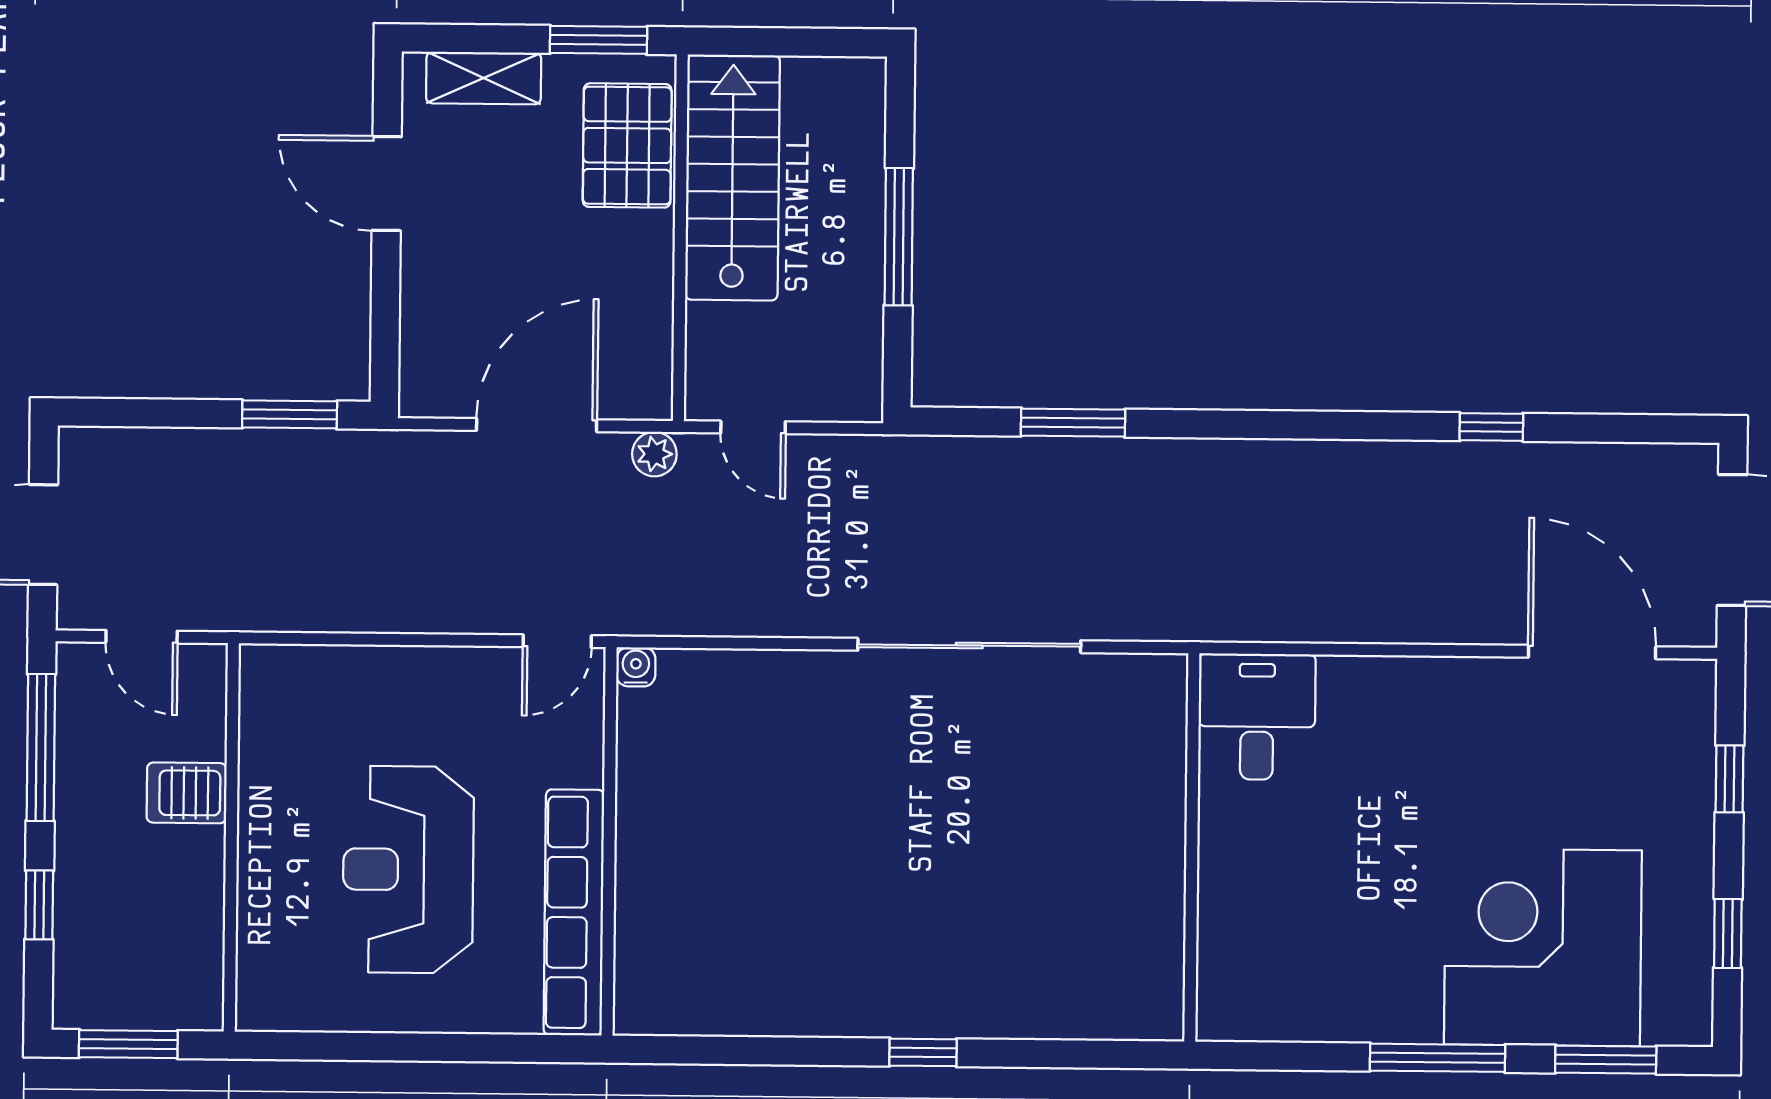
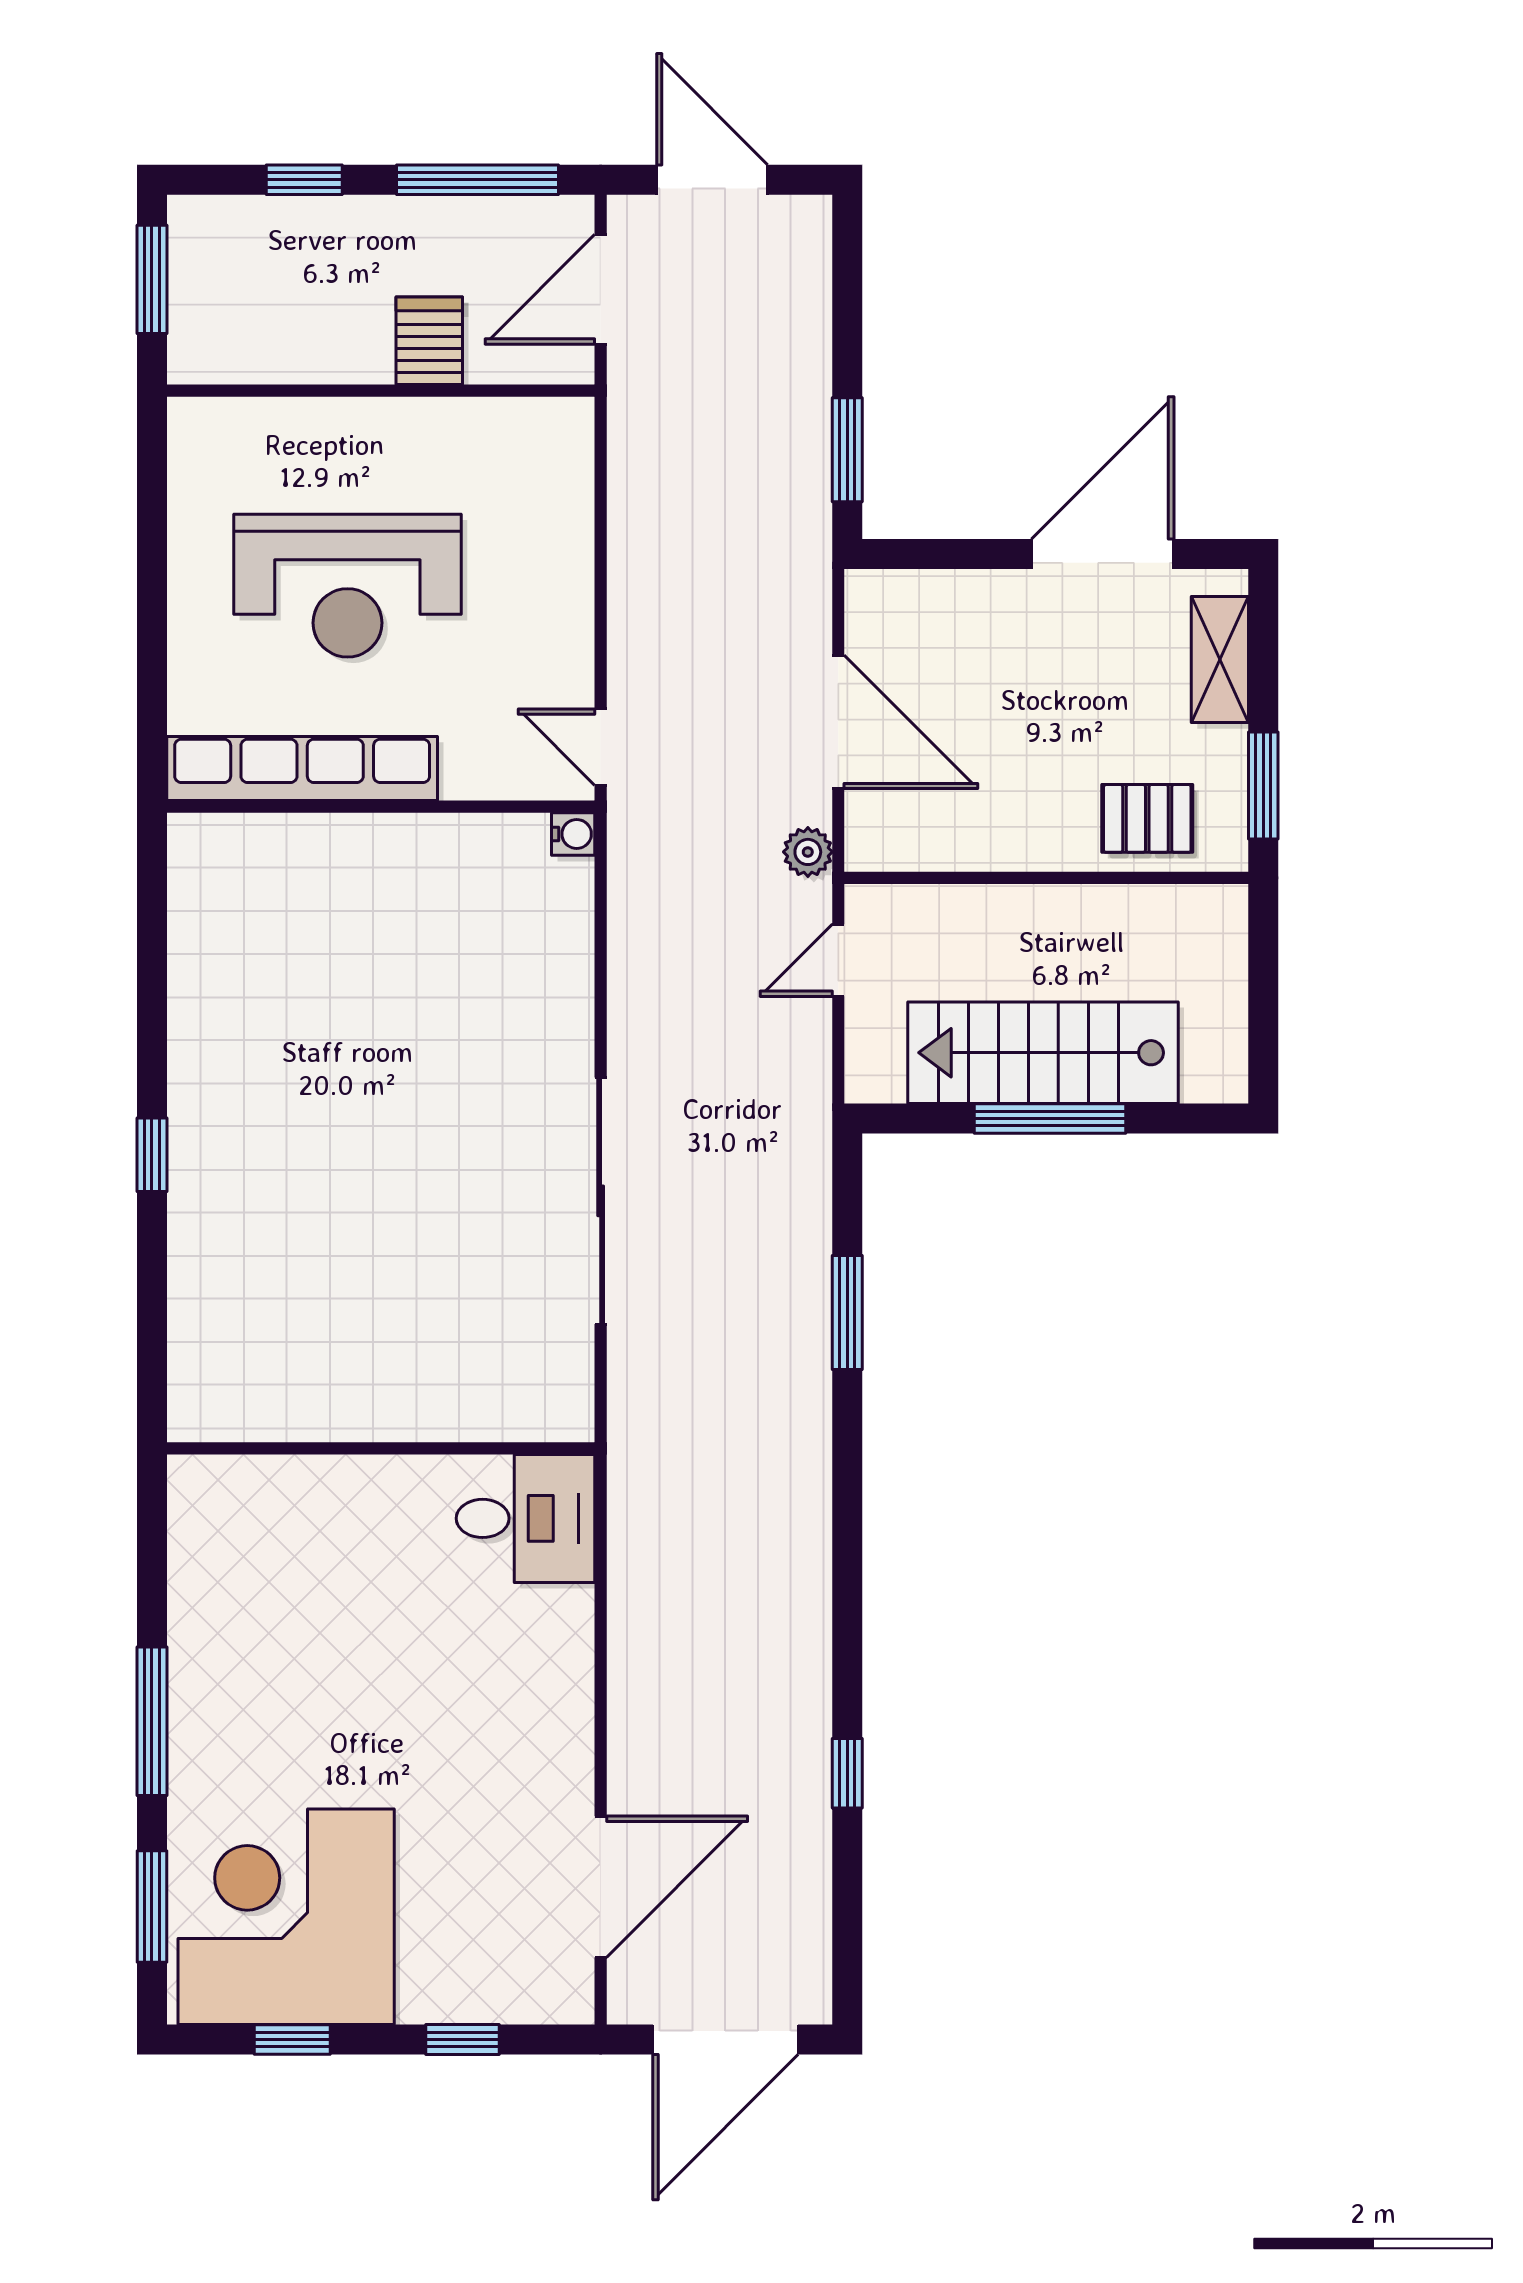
pallet: (627, 145) -> (1147, 818), width x0.67, depth x0.71
stairs: (733, 177) -> (1043, 1053), moved, turned 180
door: (387, 184) -> (1103, 554), width x1.36
door: (142, 637) -> (601, 289), width x1.38
reception desk: (408, 869) -> (347, 586), turned 180
corner desk: (1543, 947) -> (286, 1917), moved, turned -90

